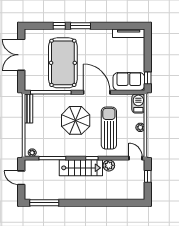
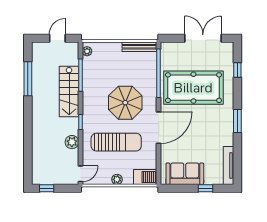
window: (59, 26) -> (237, 70), moved
window: (81, 26) -> (237, 121), moved
window: (148, 78) -> (206, 188), moved
sofa: (129, 82) -> (185, 174), moved, turned -90
stairs: (81, 168) -> (69, 92), moved
window: (148, 176) -> (47, 188), moved
window: (44, 203) -> (28, 79), moved

